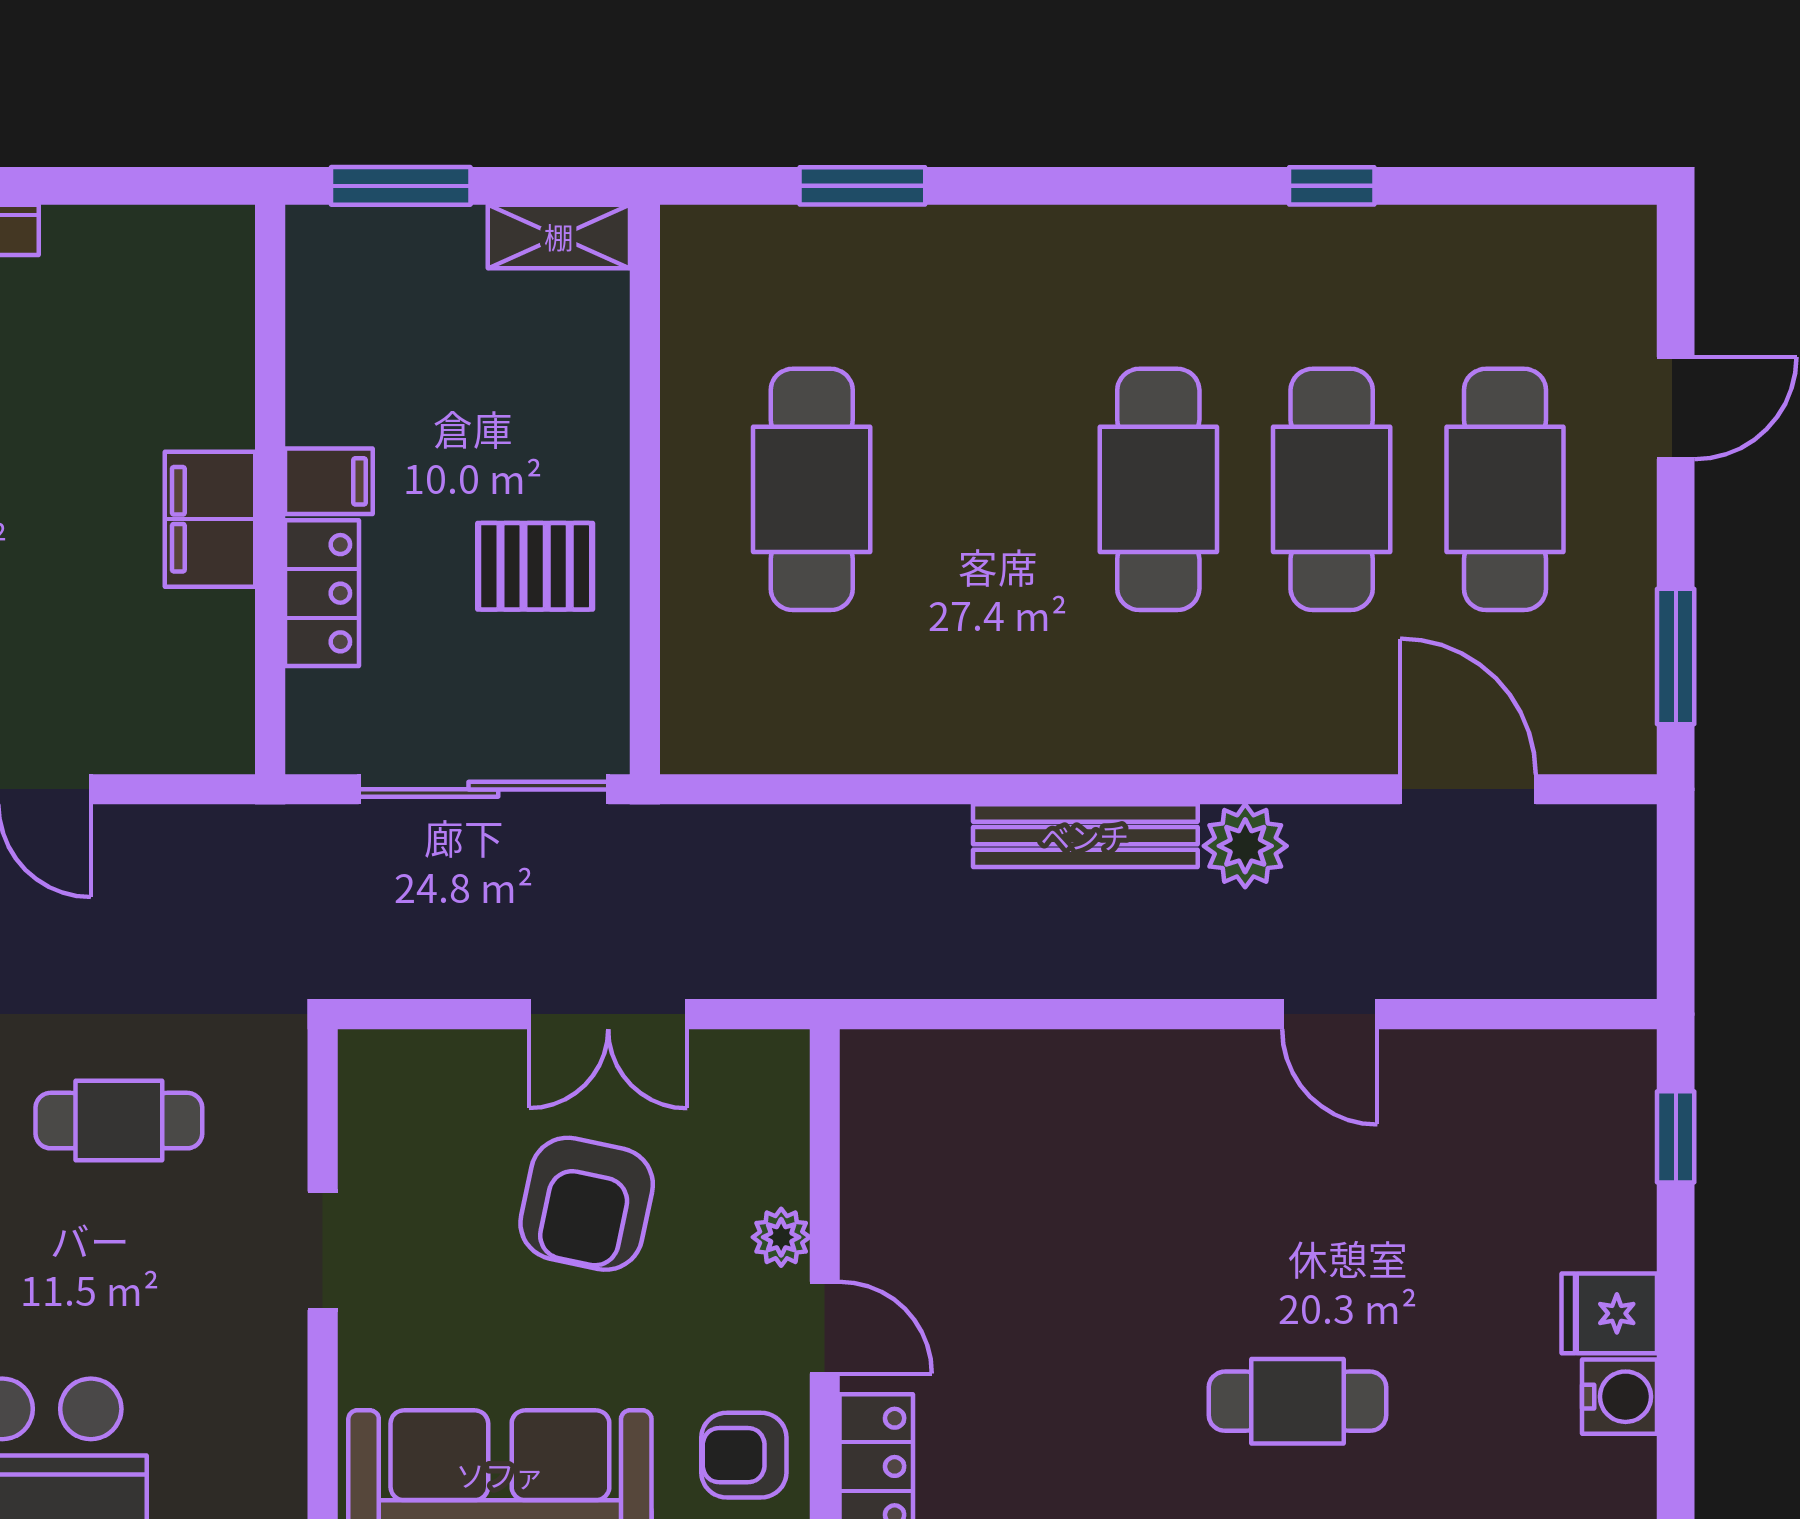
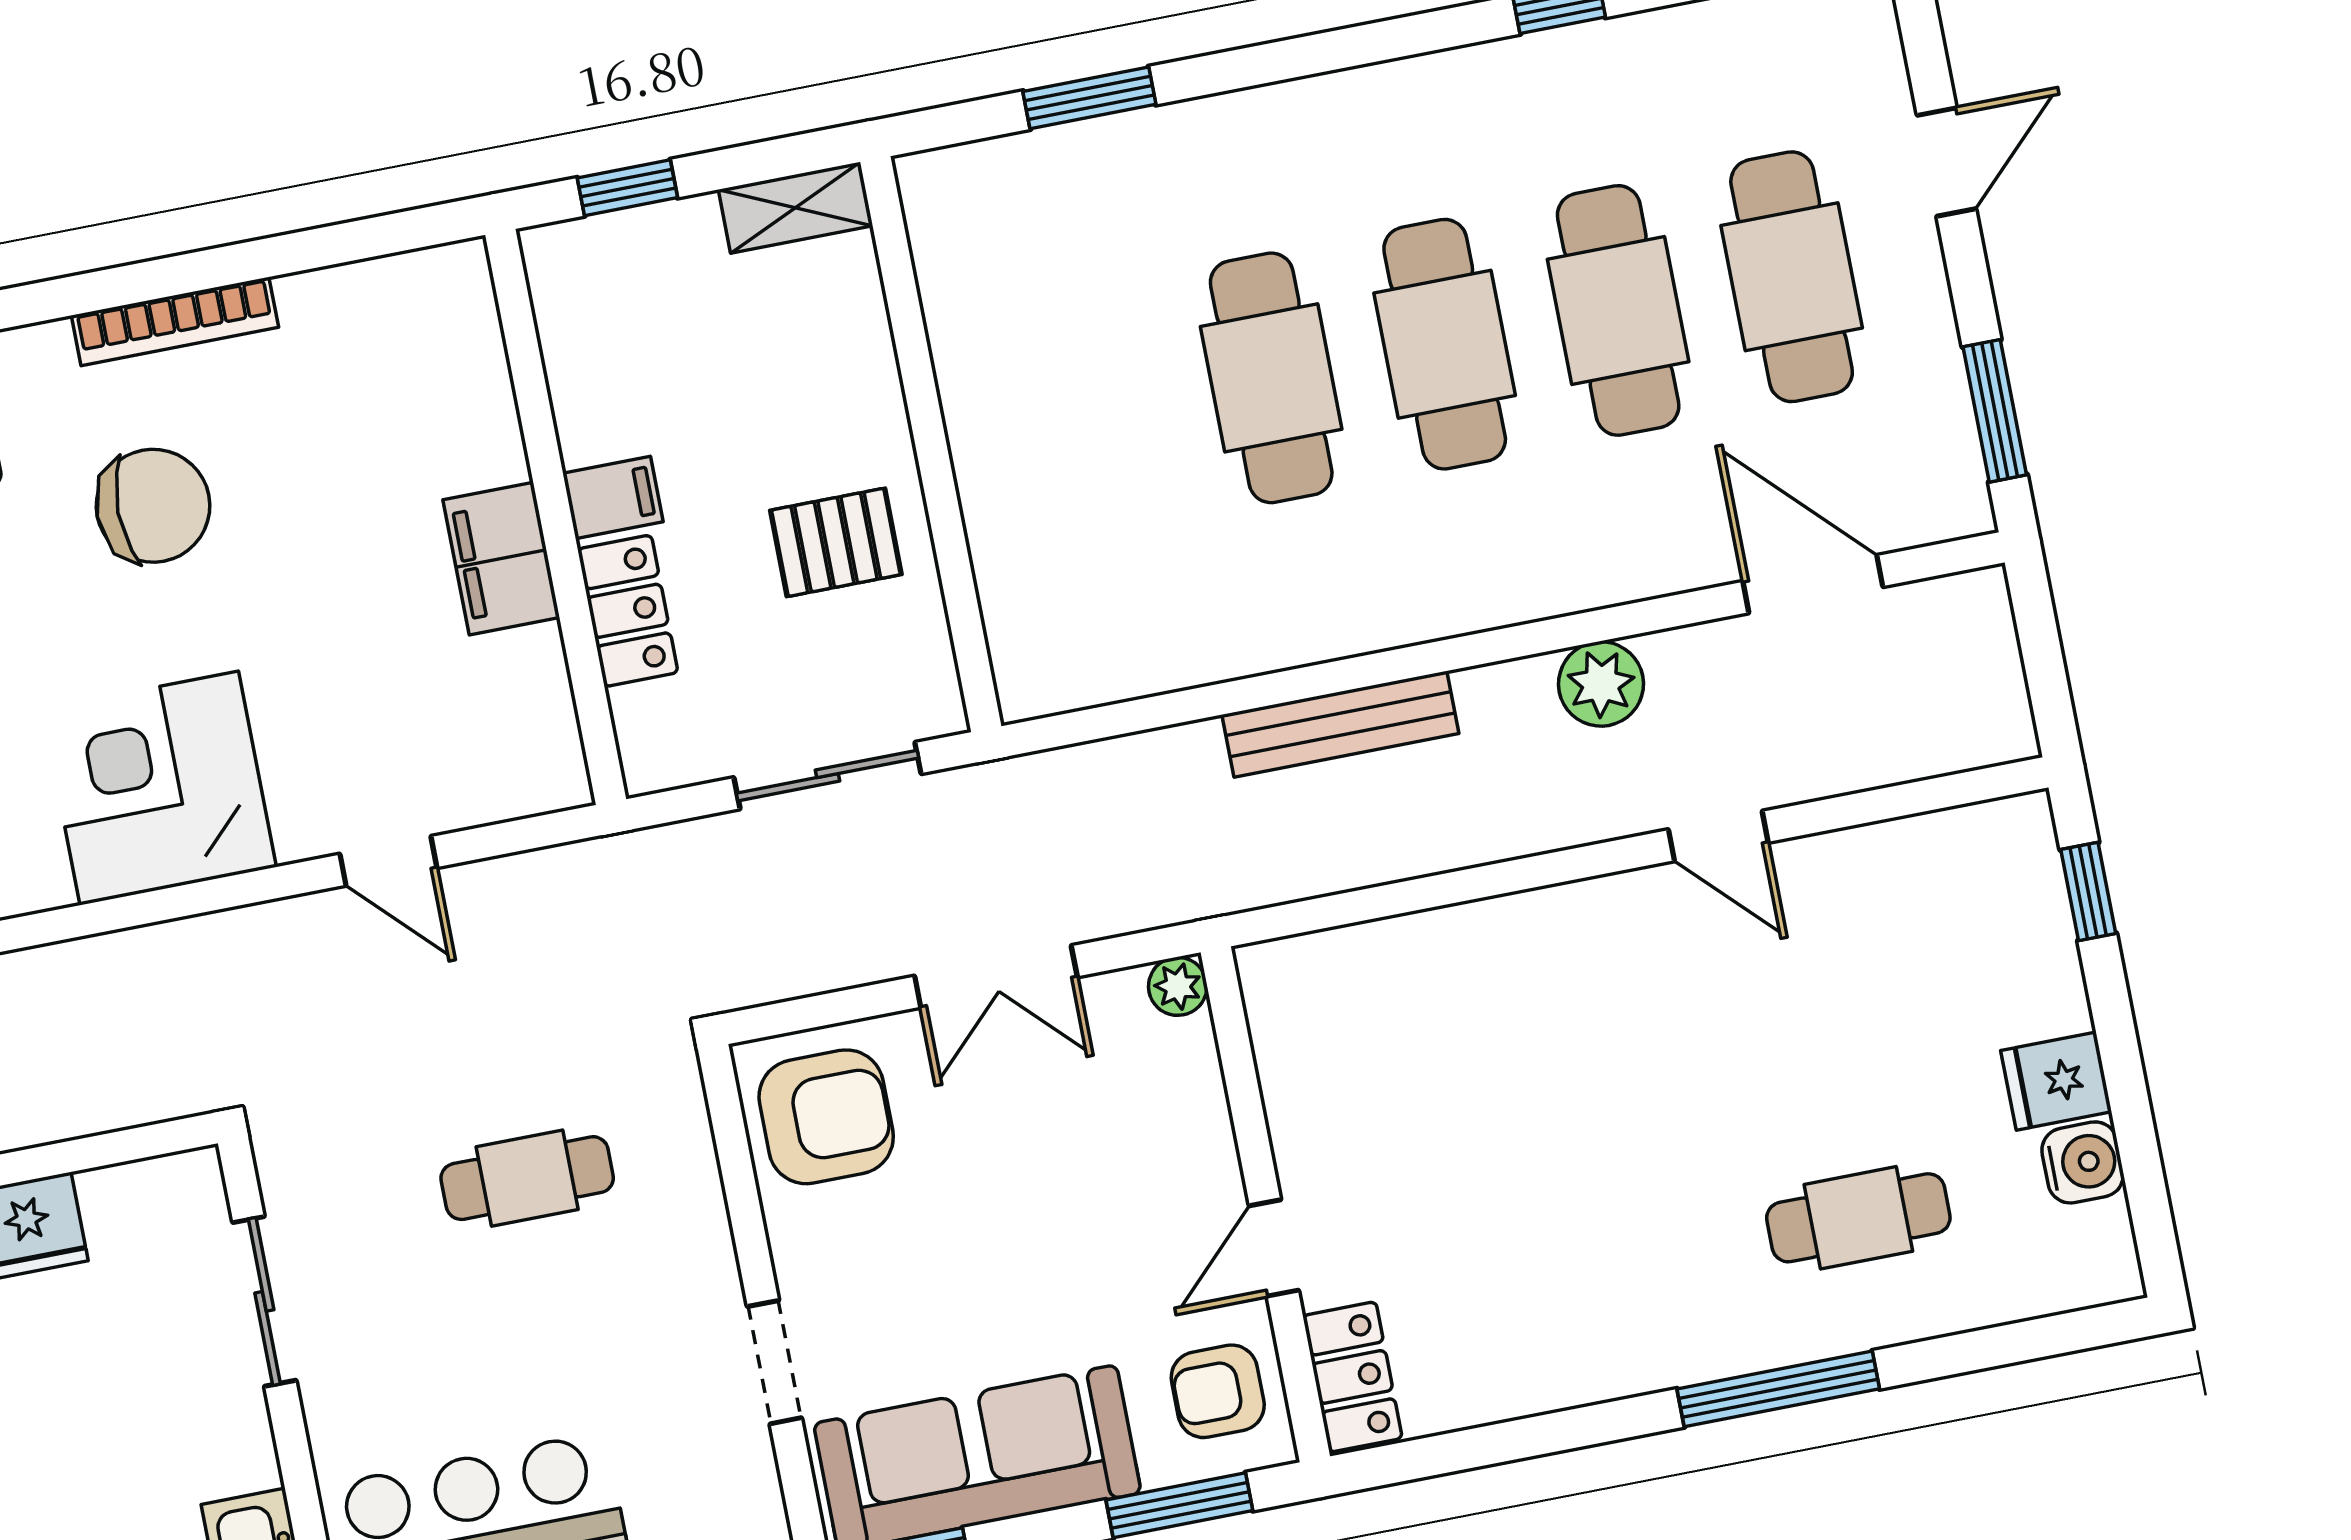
window: (401, 186) -> (627, 188), width x0.67
cafe table: (812, 489) -> (1271, 378), moved
sliding door: (483, 789) -> (828, 776), width x0.73
bench: (1085, 836) -> (1340, 724), moved
armchair: (587, 1204) -> (826, 1117), moved, turned -102
plant: (781, 1237) -> (1178, 986), moved
doorway: (323, 1251) -> (774, 1362), moved
door: (825, 1328) -> (1274, 1248), swing flipped
cafe table: (1298, 1401) -> (1858, 1218), moved

